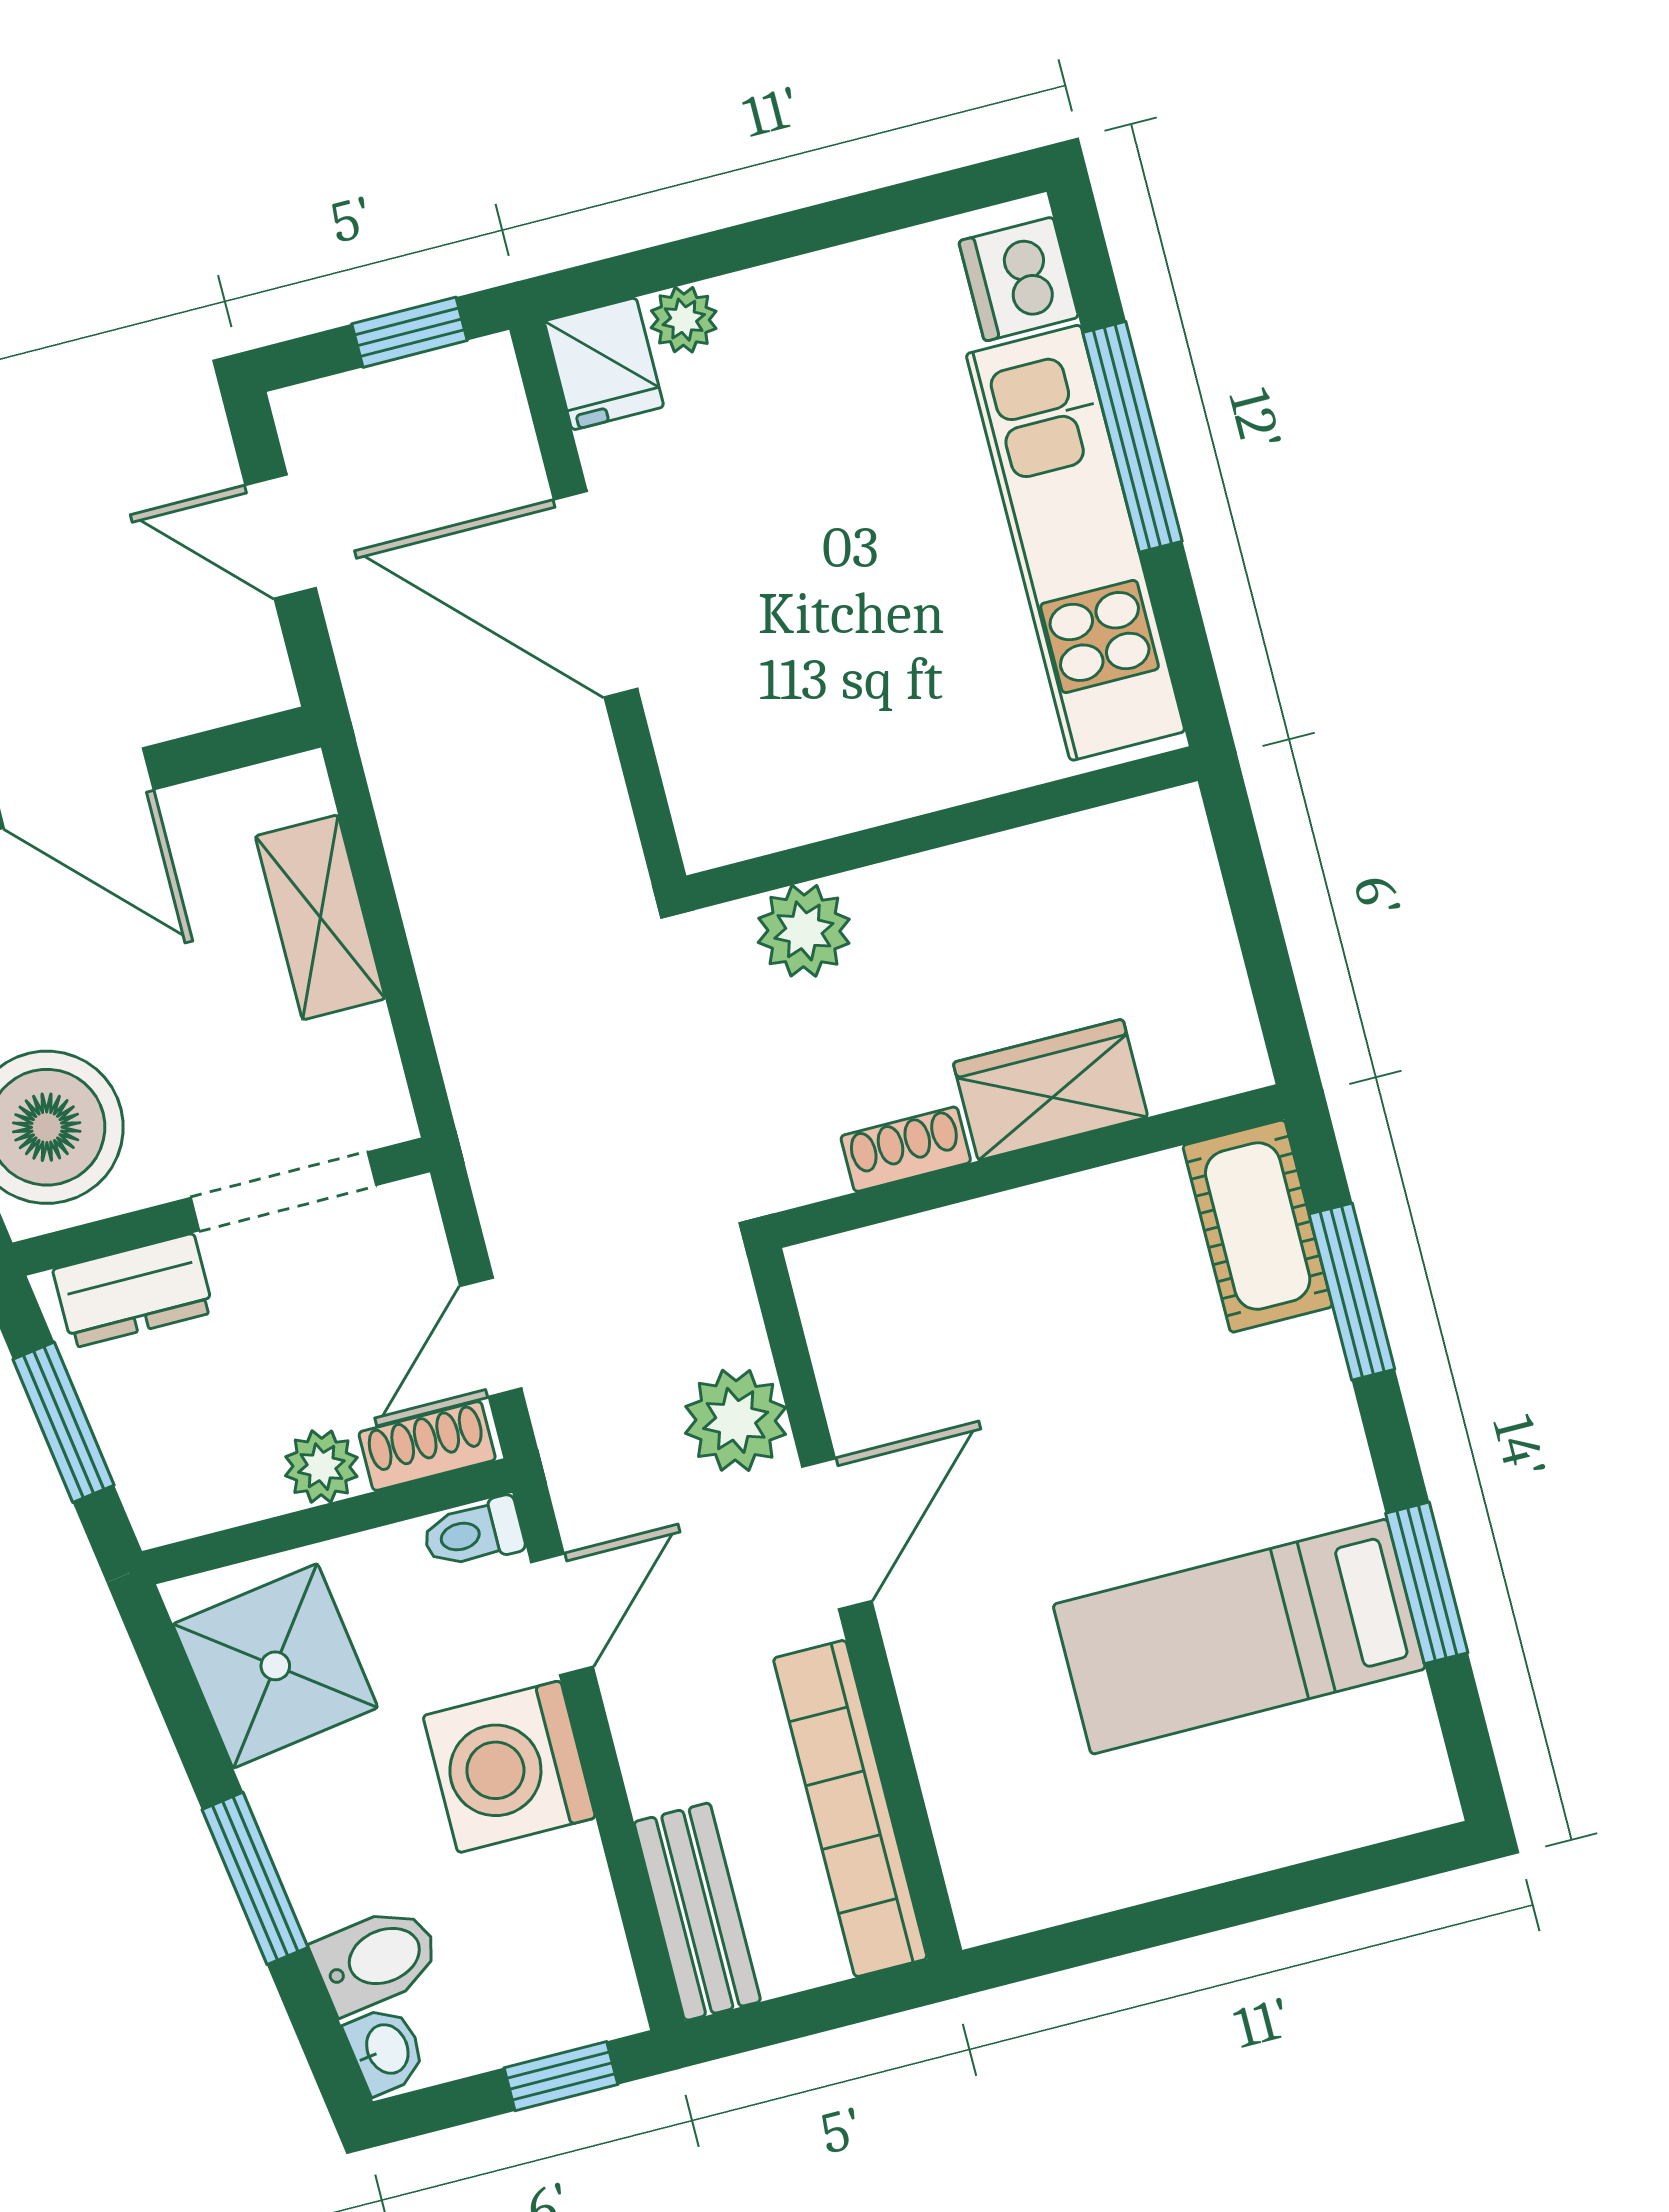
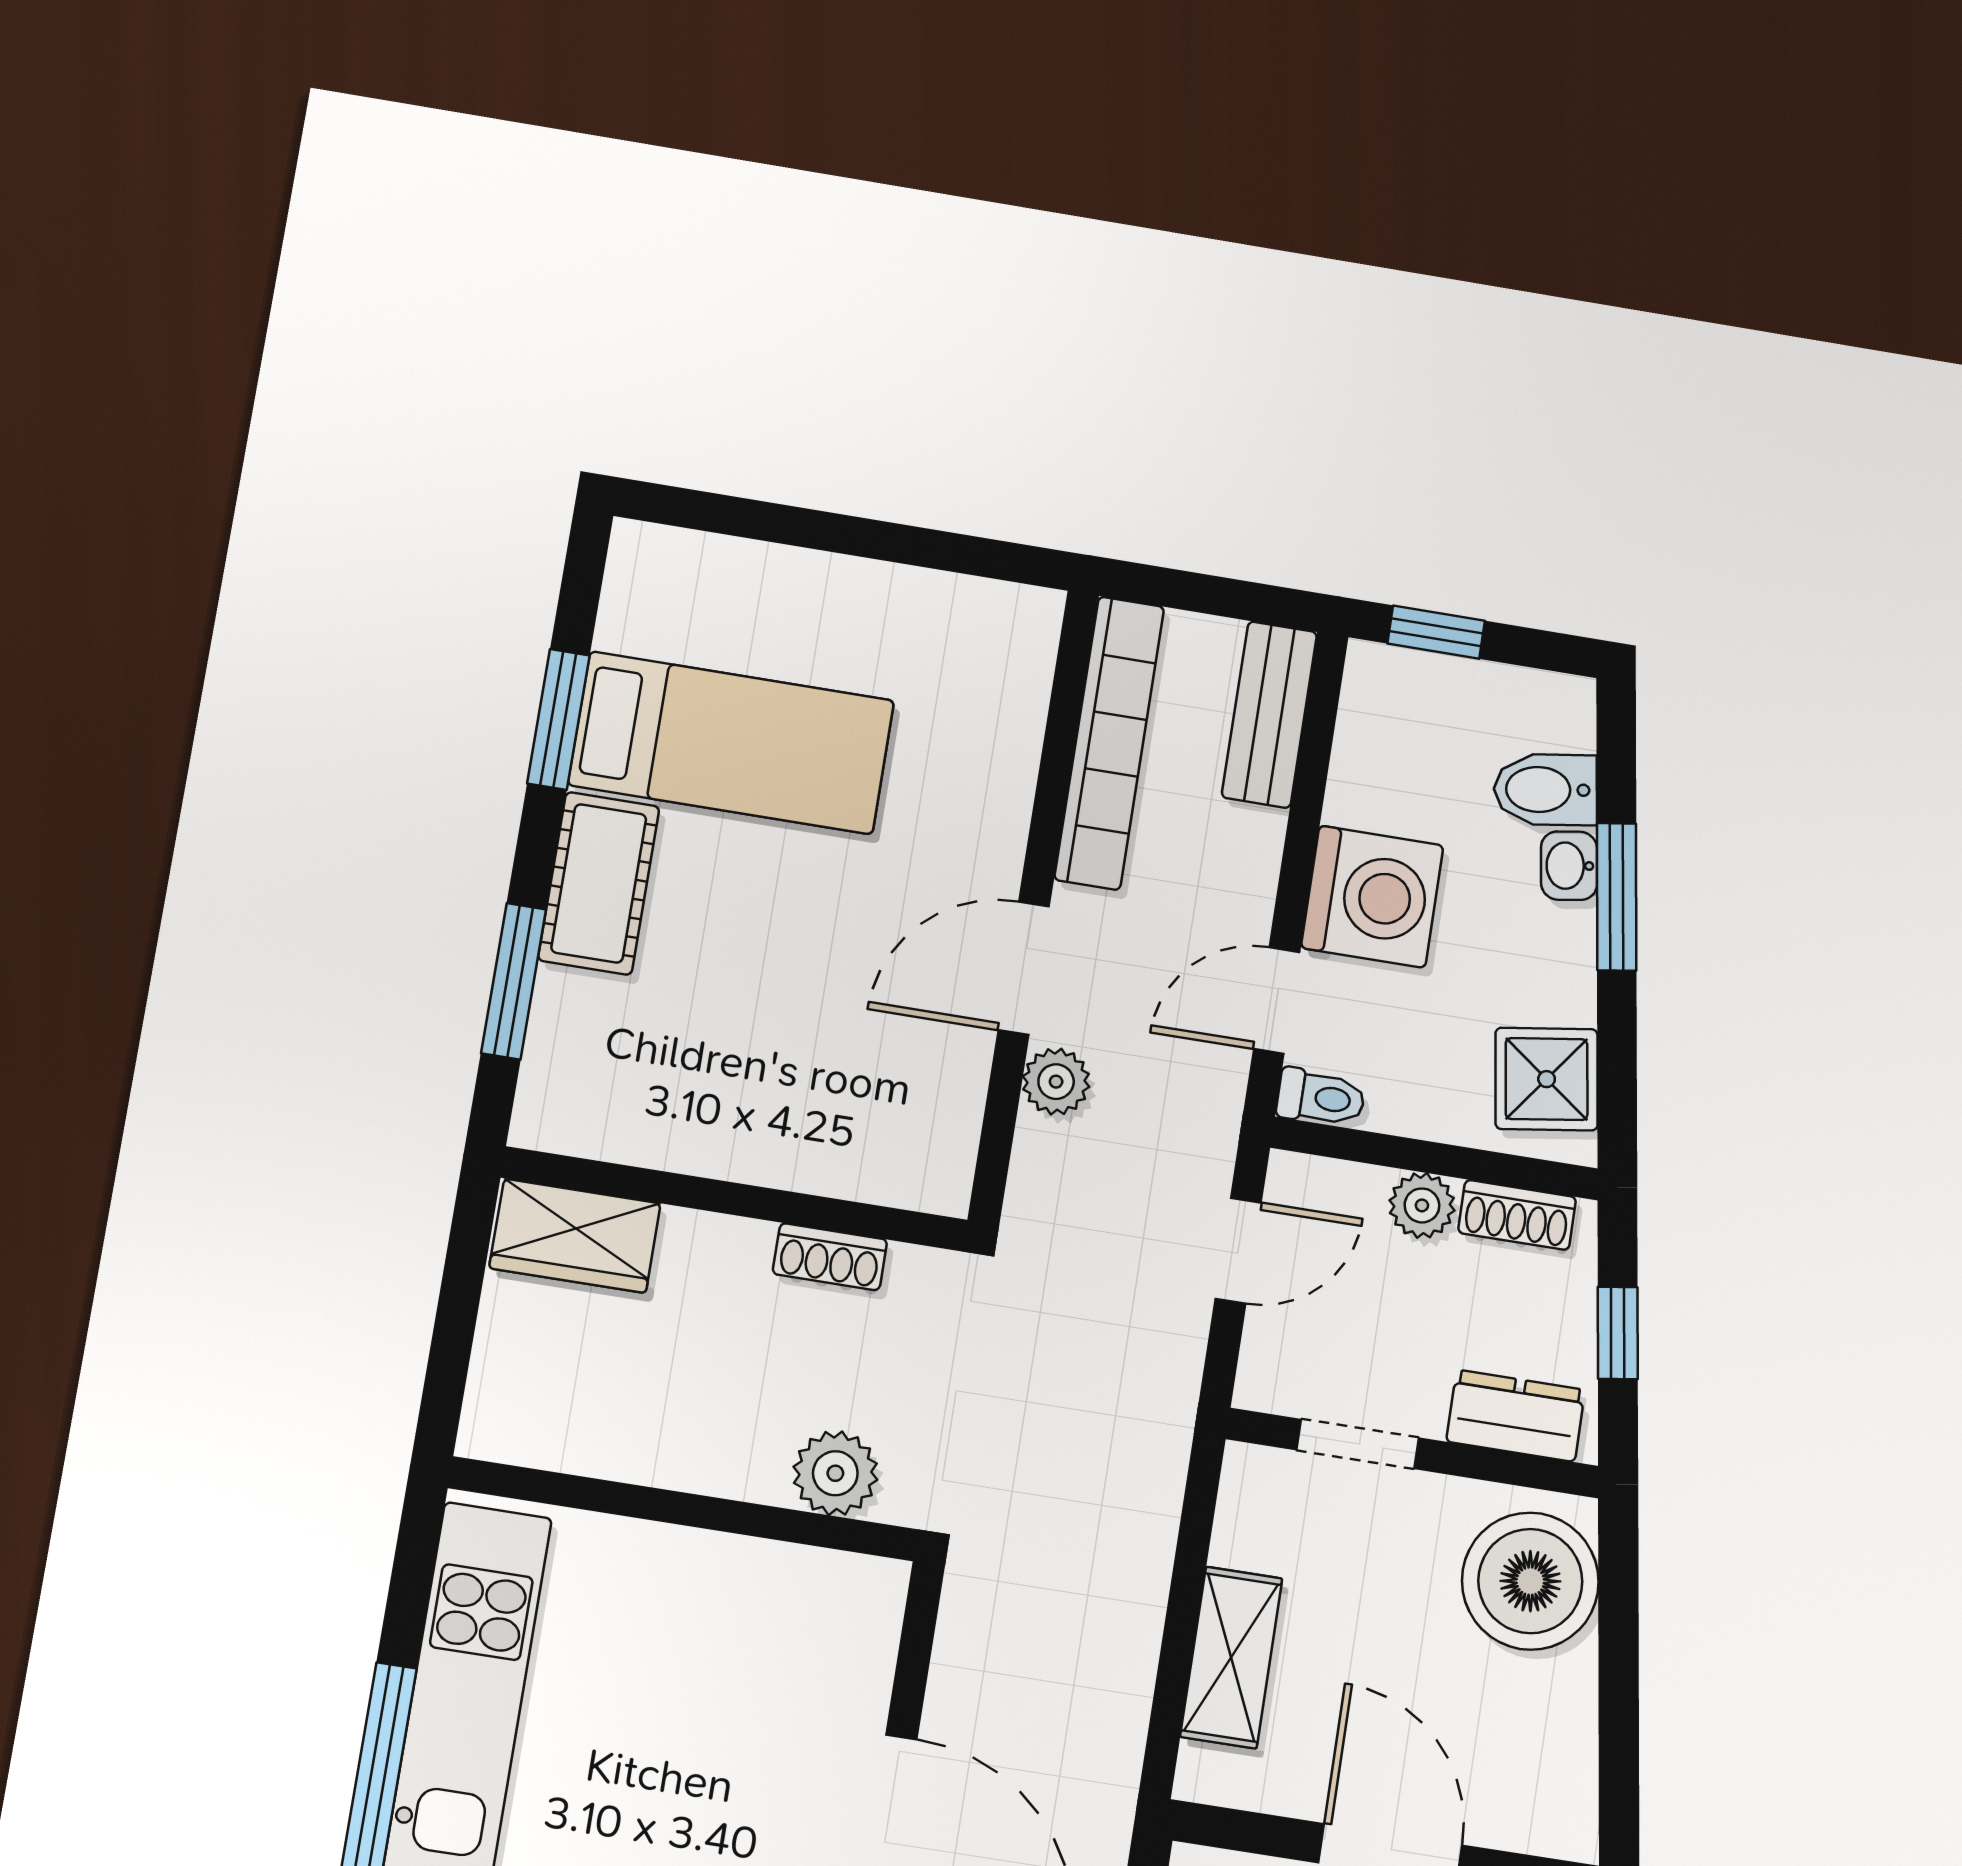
wardrobe: (1050, 1090) -> (575, 1236), moved
doorway: (284, 1191) -> (1358, 1444), width x0.73
cot: (1258, 1226) -> (599, 883), moved
plant: (736, 1420) -> (1056, 1082), width x0.73, depth x0.73
window: (64, 1422) -> (1618, 1333), width x0.67
shoe rack: (427, 1446) -> (1517, 1215), moved
shower: (275, 1666) -> (1547, 1079), width x0.73, depth x0.73
washbasin: (386, 2050) -> (1569, 866), moved

